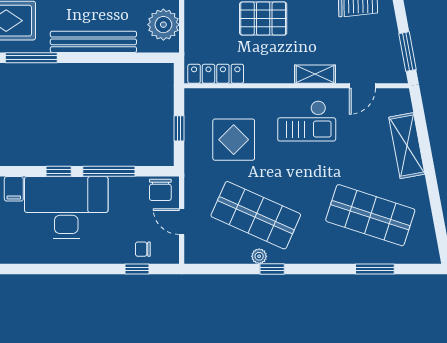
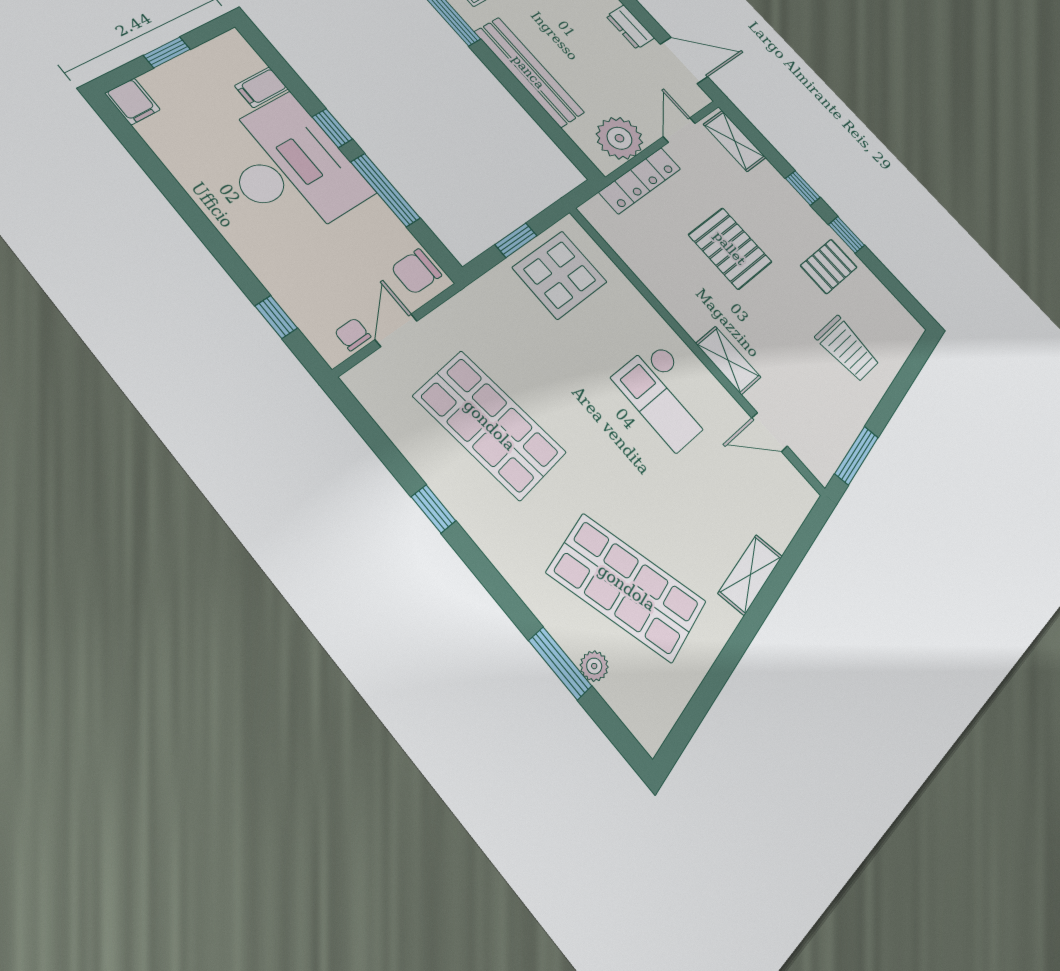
locker: (216, 74) -> (640, 180), moved, turned 90
display table: (234, 140) -> (560, 275), moved
shelving: (407, 146) -> (750, 575), width x0.67, depth x0.75
shop shelf: (256, 215) -> (490, 425), turned -30
shop shelf: (370, 215) -> (627, 587), turned -33
chair: (143, 249) -> (353, 334), moved
plant: (259, 256) -> (594, 666), moved

